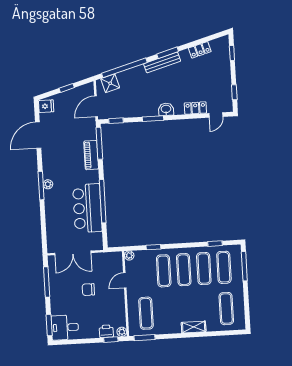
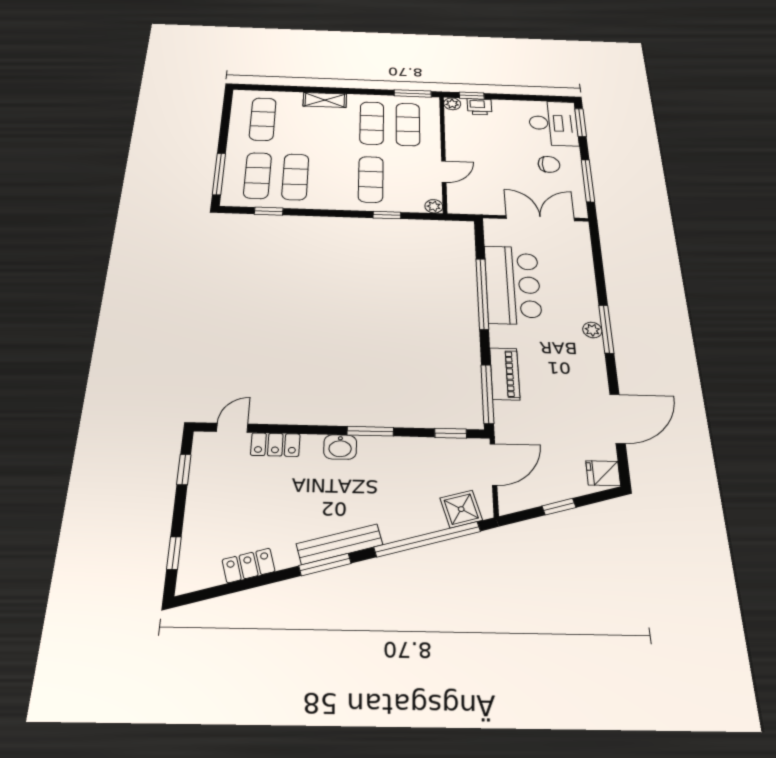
exercise mat: (184, 270) -> (372, 123), moved
chair: (88, 290) -> (549, 164), moved
desk: (65, 327) -> (553, 123), width x1.37

